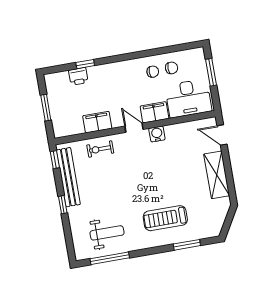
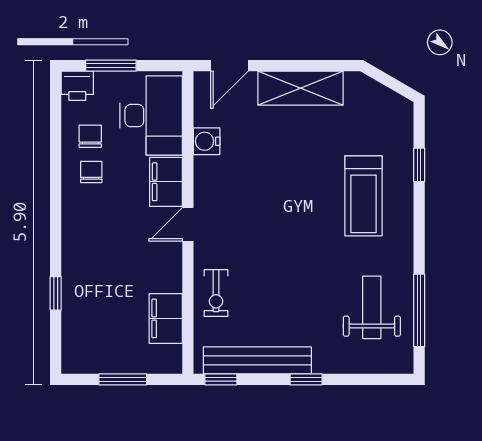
printer: (78, 76) -> (77, 86), moved, turned 90
filing cabinet: (97, 122) -> (166, 318), moved
water cooler: (157, 134) -> (207, 141), moved
window: (187, 245) -> (419, 165), width x0.67

